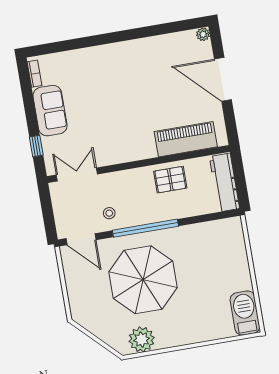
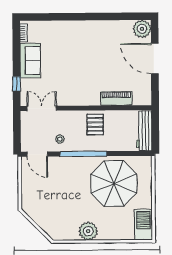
plant: (203, 34) -> (142, 29), width x1.87, depth x1.87
piano: (186, 139) -> (116, 98), width x0.73, depth x0.75
pallet: (170, 180) -> (95, 125), moved, turned 90
parasol: (143, 280) -> (114, 184), moved
plant: (142, 339) -> (88, 231), moved

